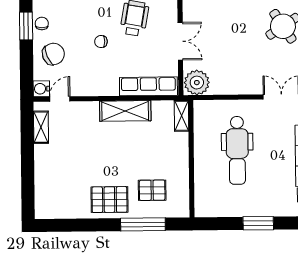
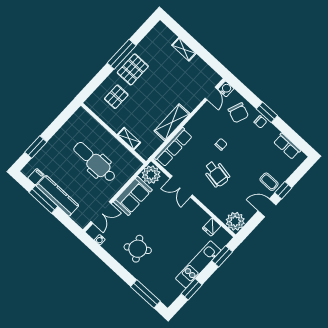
chair: (53, 54) -> (238, 113), turned -46
sofa: (235, 81) -> (133, 196), added
shelving: (181, 116) -> (129, 139), moved
shelving: (41, 127) -> (184, 49), moved
window: (258, 223) -> (36, 147), moved
window: (143, 224) -> (122, 54), moved

